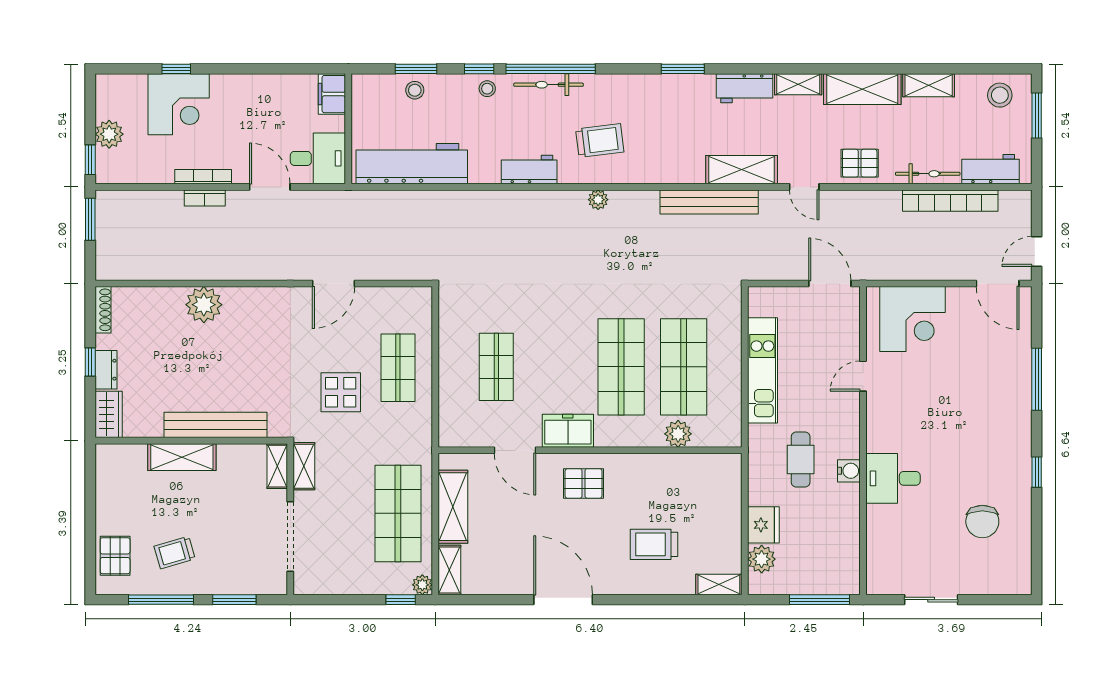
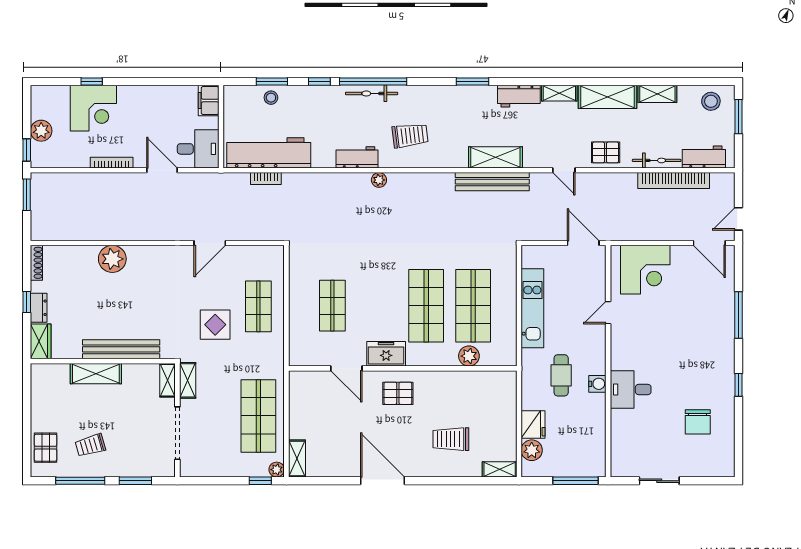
stool: (487, 89) -> (325, 96), removed
shelving: (742, 170) -> (495, 157), moved
bookcase: (205, 198) -> (266, 179), moved
plant: (598, 200) -> (379, 180), moved
shelving: (453, 507) -> (300, 411), removed

